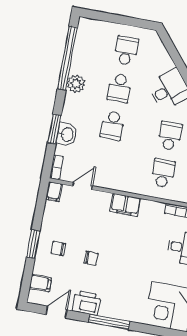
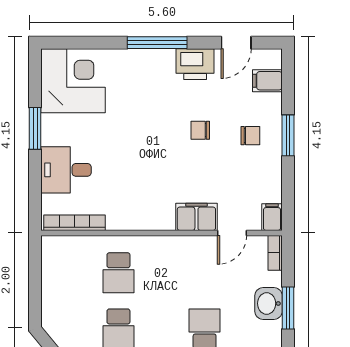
filing cabinet: (125, 205) -> (196, 217), moved

